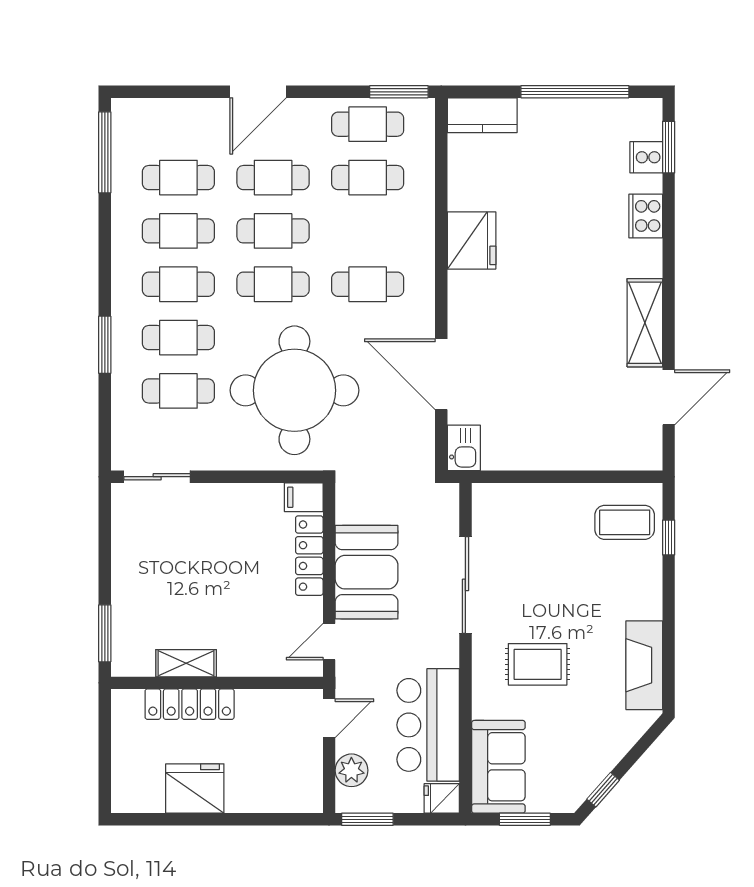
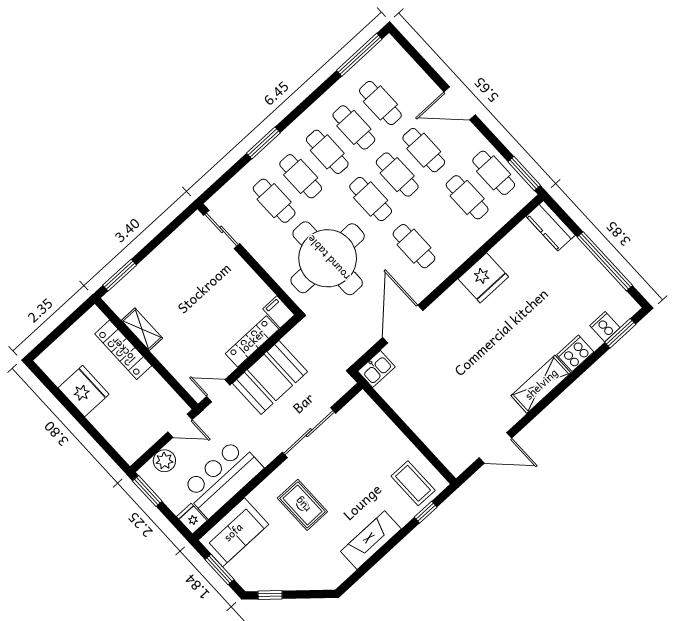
shelving: (645, 323) -> (541, 384), moved
fireplace: (644, 665) -> (371, 540), moved

